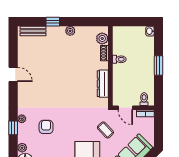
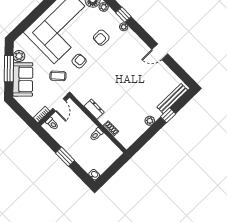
bench: (33, 31) -> (172, 99), width x1.36
plant: (102, 38) -> (122, 137), removed
dresser: (103, 84) -> (94, 109), width x0.70
door: (125, 108) -> (59, 105), swing flipped
armchair: (79, 126) -> (79, 61), added
armchair: (46, 127) -> (101, 38), turned 90

